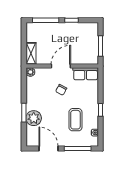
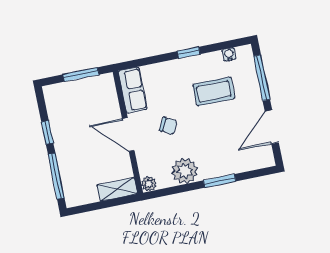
plant: (34, 118) -> (185, 171), moved

